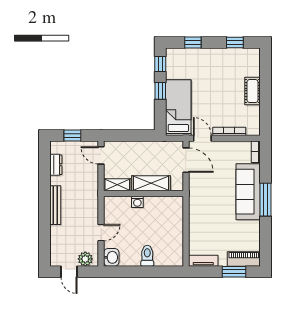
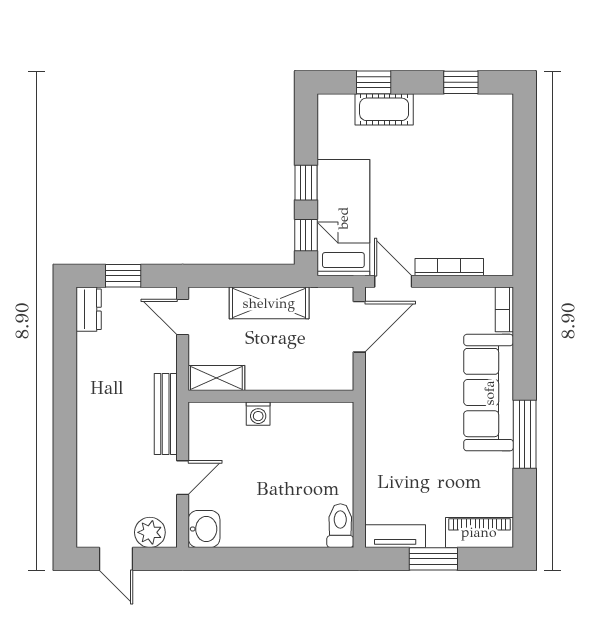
window: (160, 64) -> (306, 235), moved
cot: (253, 91) -> (384, 109), moved, turned 90
door: (186, 160) -> (359, 327), hinge flipped
dresser: (56, 165) -> (89, 309), moved
shelving: (151, 183) -> (269, 303), moved
window: (266, 200) -> (525, 434), moved
bench: (55, 205) -> (166, 414), moved
toilet: (147, 256) -> (340, 526), moved
window: (234, 272) -> (433, 559), moved

